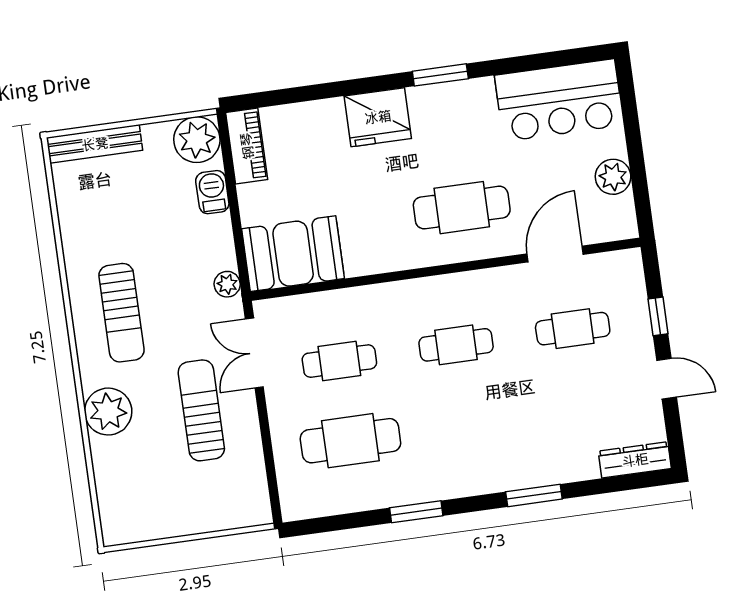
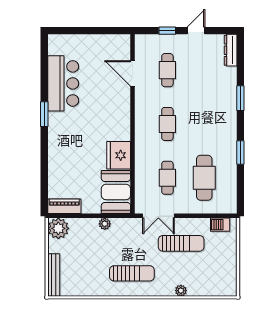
bar counter: (559, 100) -> (63, 83), moved
fridge: (378, 117) -> (119, 155), moved, turned 180
plant: (613, 177) -> (101, 42), removed
barbecue: (212, 192) -> (220, 225), moved
cafe table: (462, 208) -> (106, 113), removed
plant: (227, 284) -> (105, 224), moved
sun lounger: (201, 410) -> (181, 243), turned 180
plant: (108, 412) -> (181, 291), width x0.53, depth x0.53

